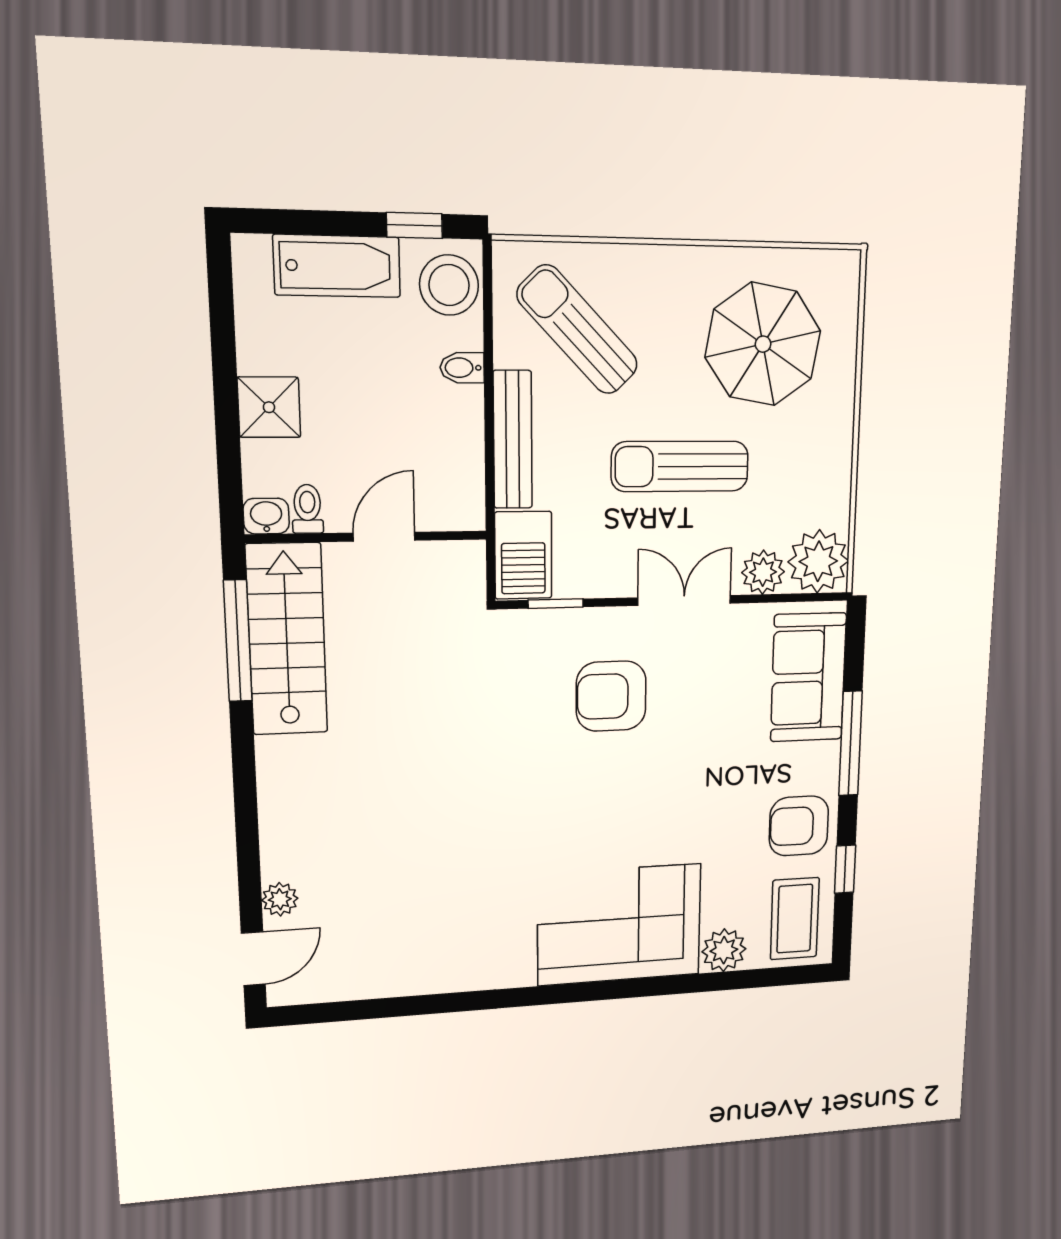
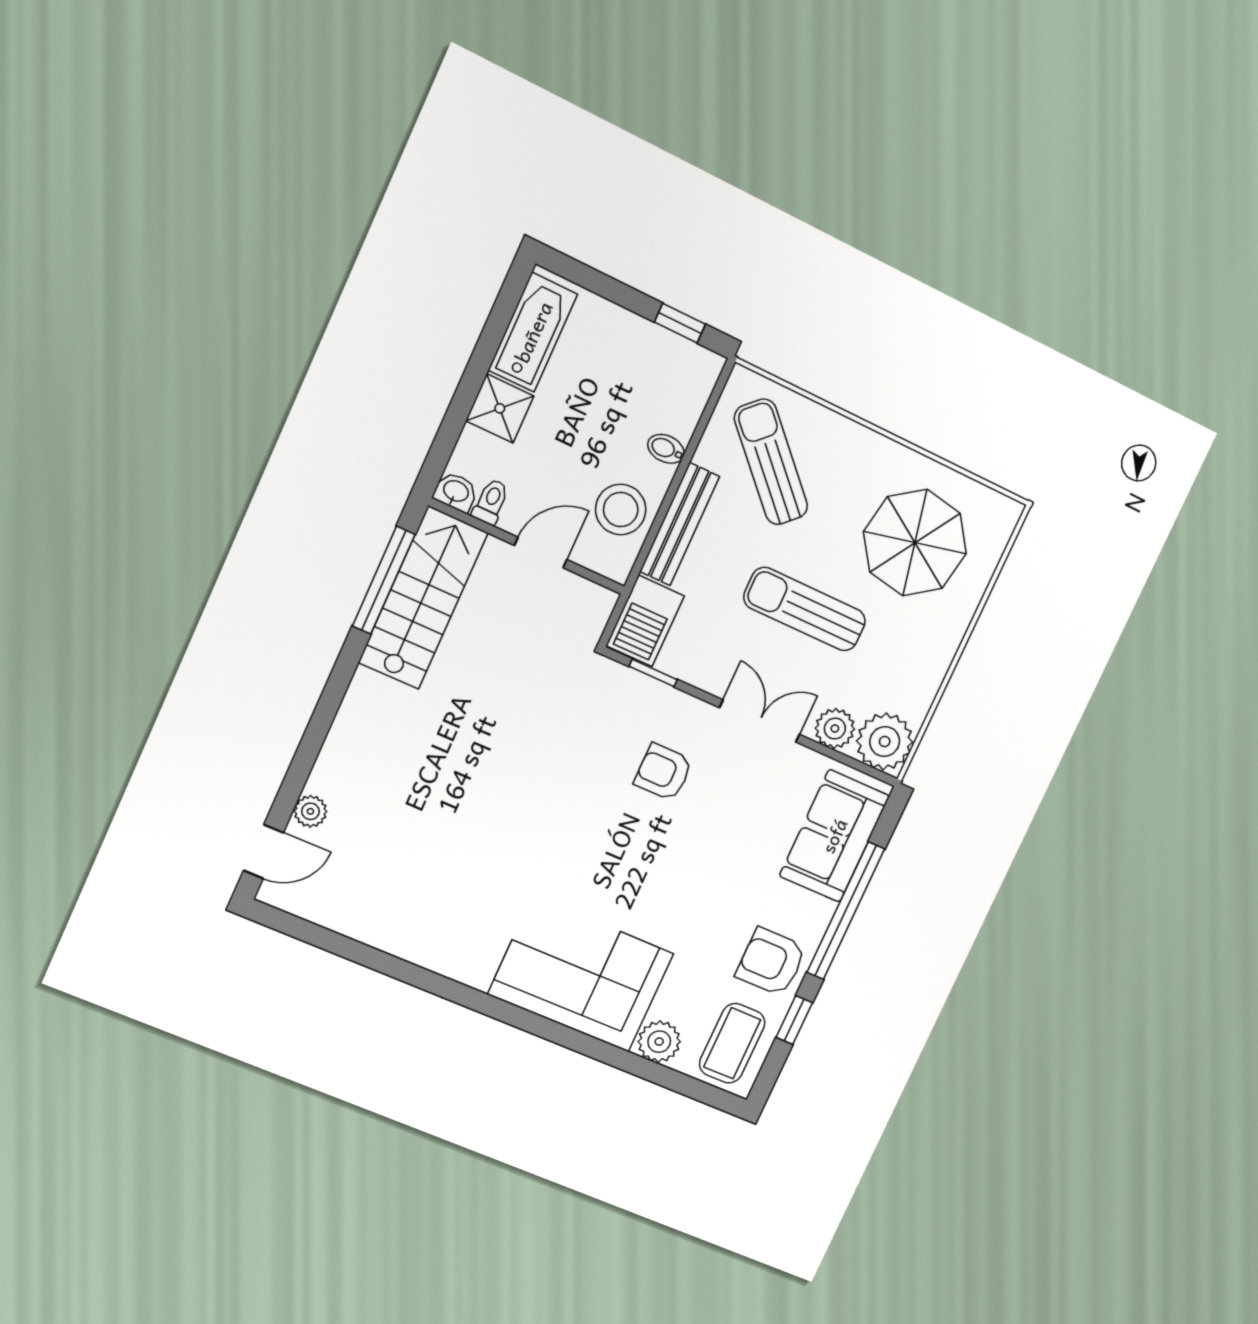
bathtub: (337, 266) -> (533, 332), moved, turned -90
stool: (449, 285) -> (621, 510), moved
armchair: (611, 696) -> (663, 772), width x0.72, depth x0.72
window: (851, 744) -> (846, 911), width x1.46

